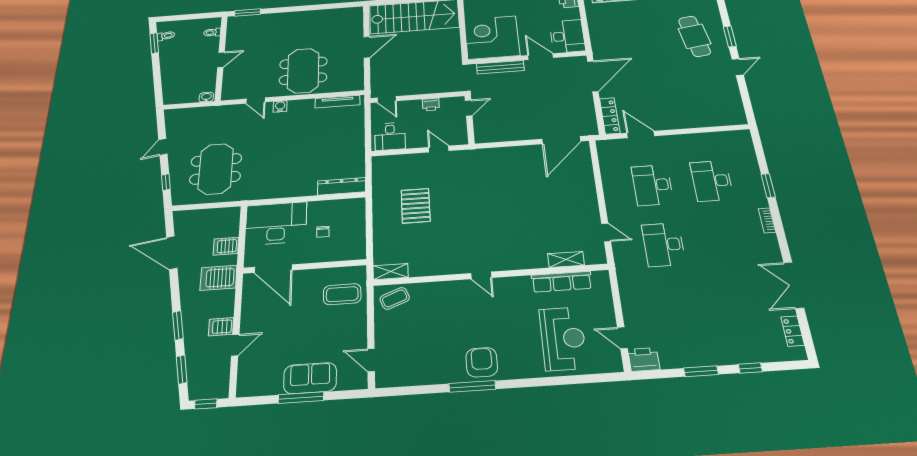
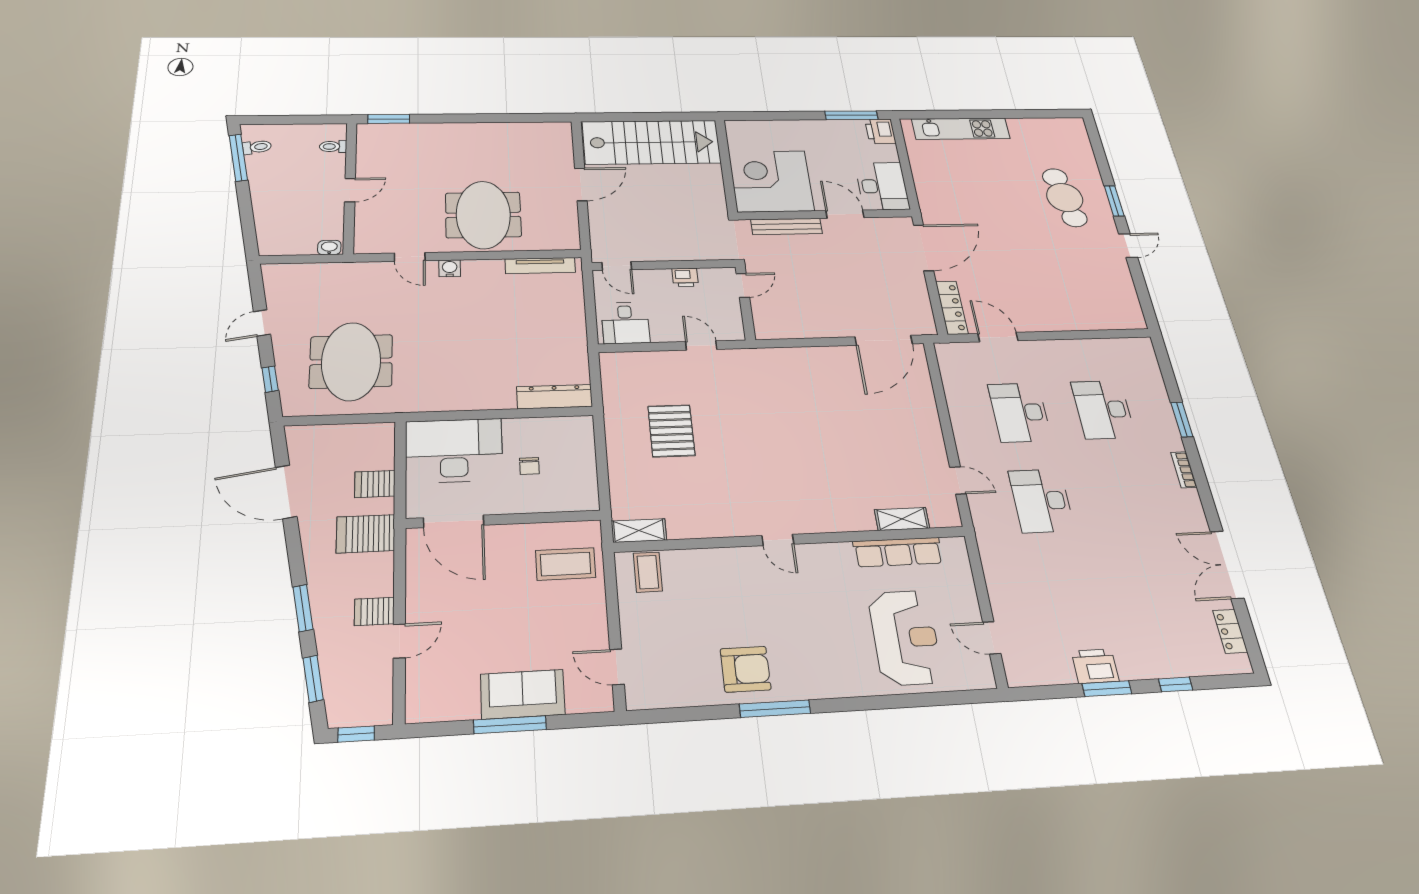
window: (154, 43) -> (238, 158), width x1.44
coffee table: (395, 298) -> (648, 572), turned -68
printer: (644, 359) -> (1095, 666), moved
armchair: (482, 362) -> (746, 669), moved, turned 90

